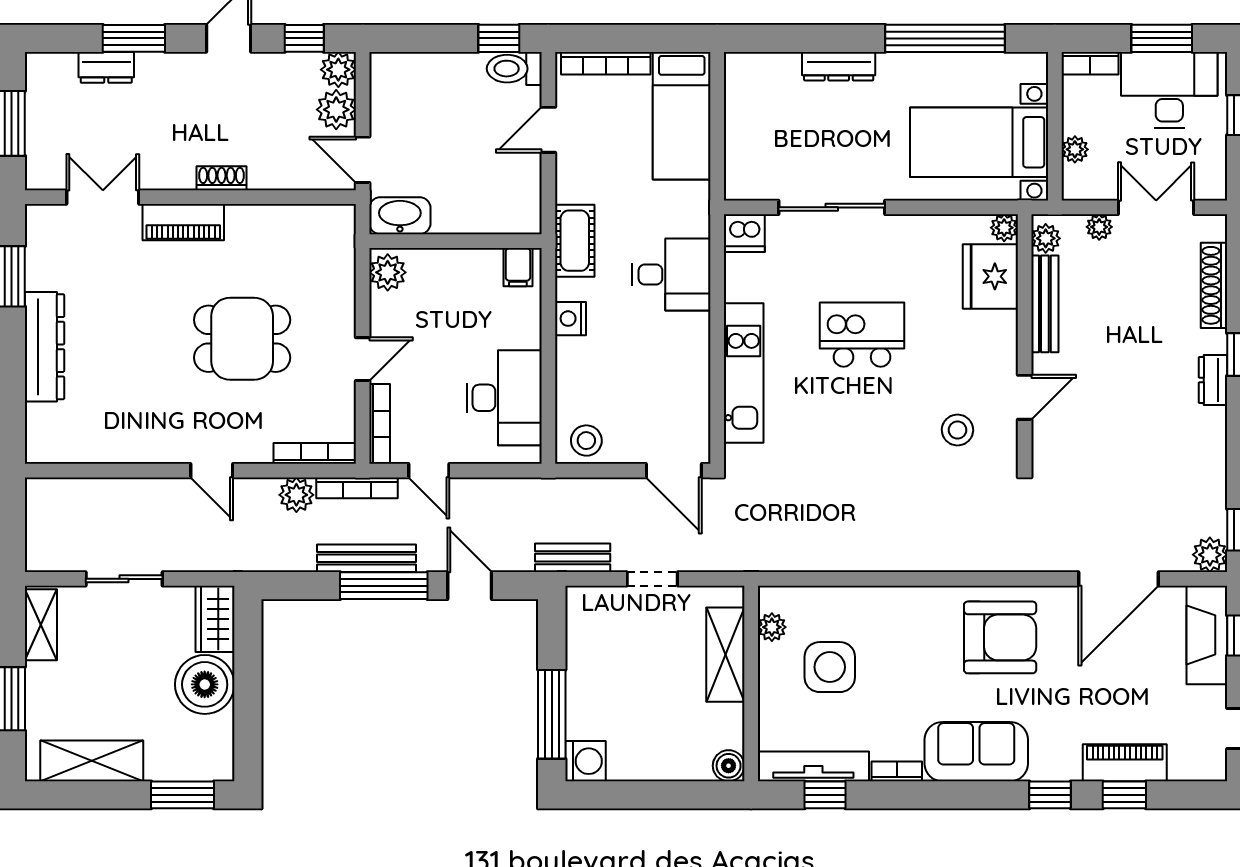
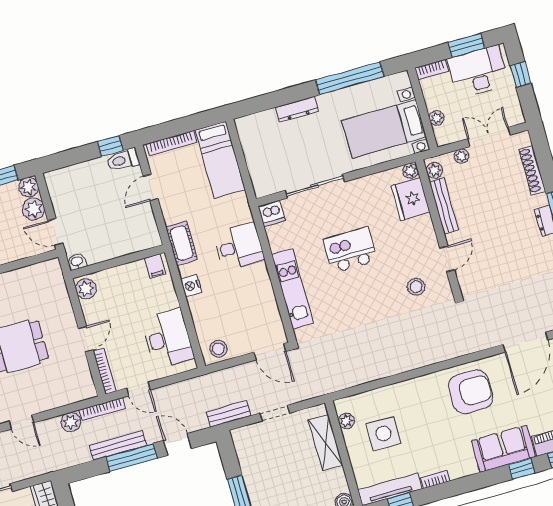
washbasin: (400, 216) -> (77, 262), width x0.52, depth x0.69
bookcase: (315, 453) -> (74, 397), removed
sofa: (976, 752) -> (503, 449), moved

